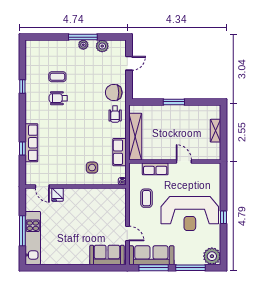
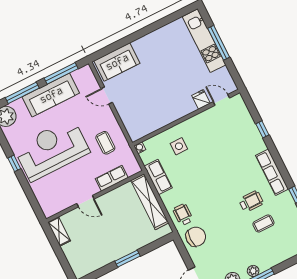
shelving: (215, 131) -> (59, 231), moved
row of seats: (31, 143) -> (272, 172), moved
sofa: (151, 255) -> (51, 95), moved

